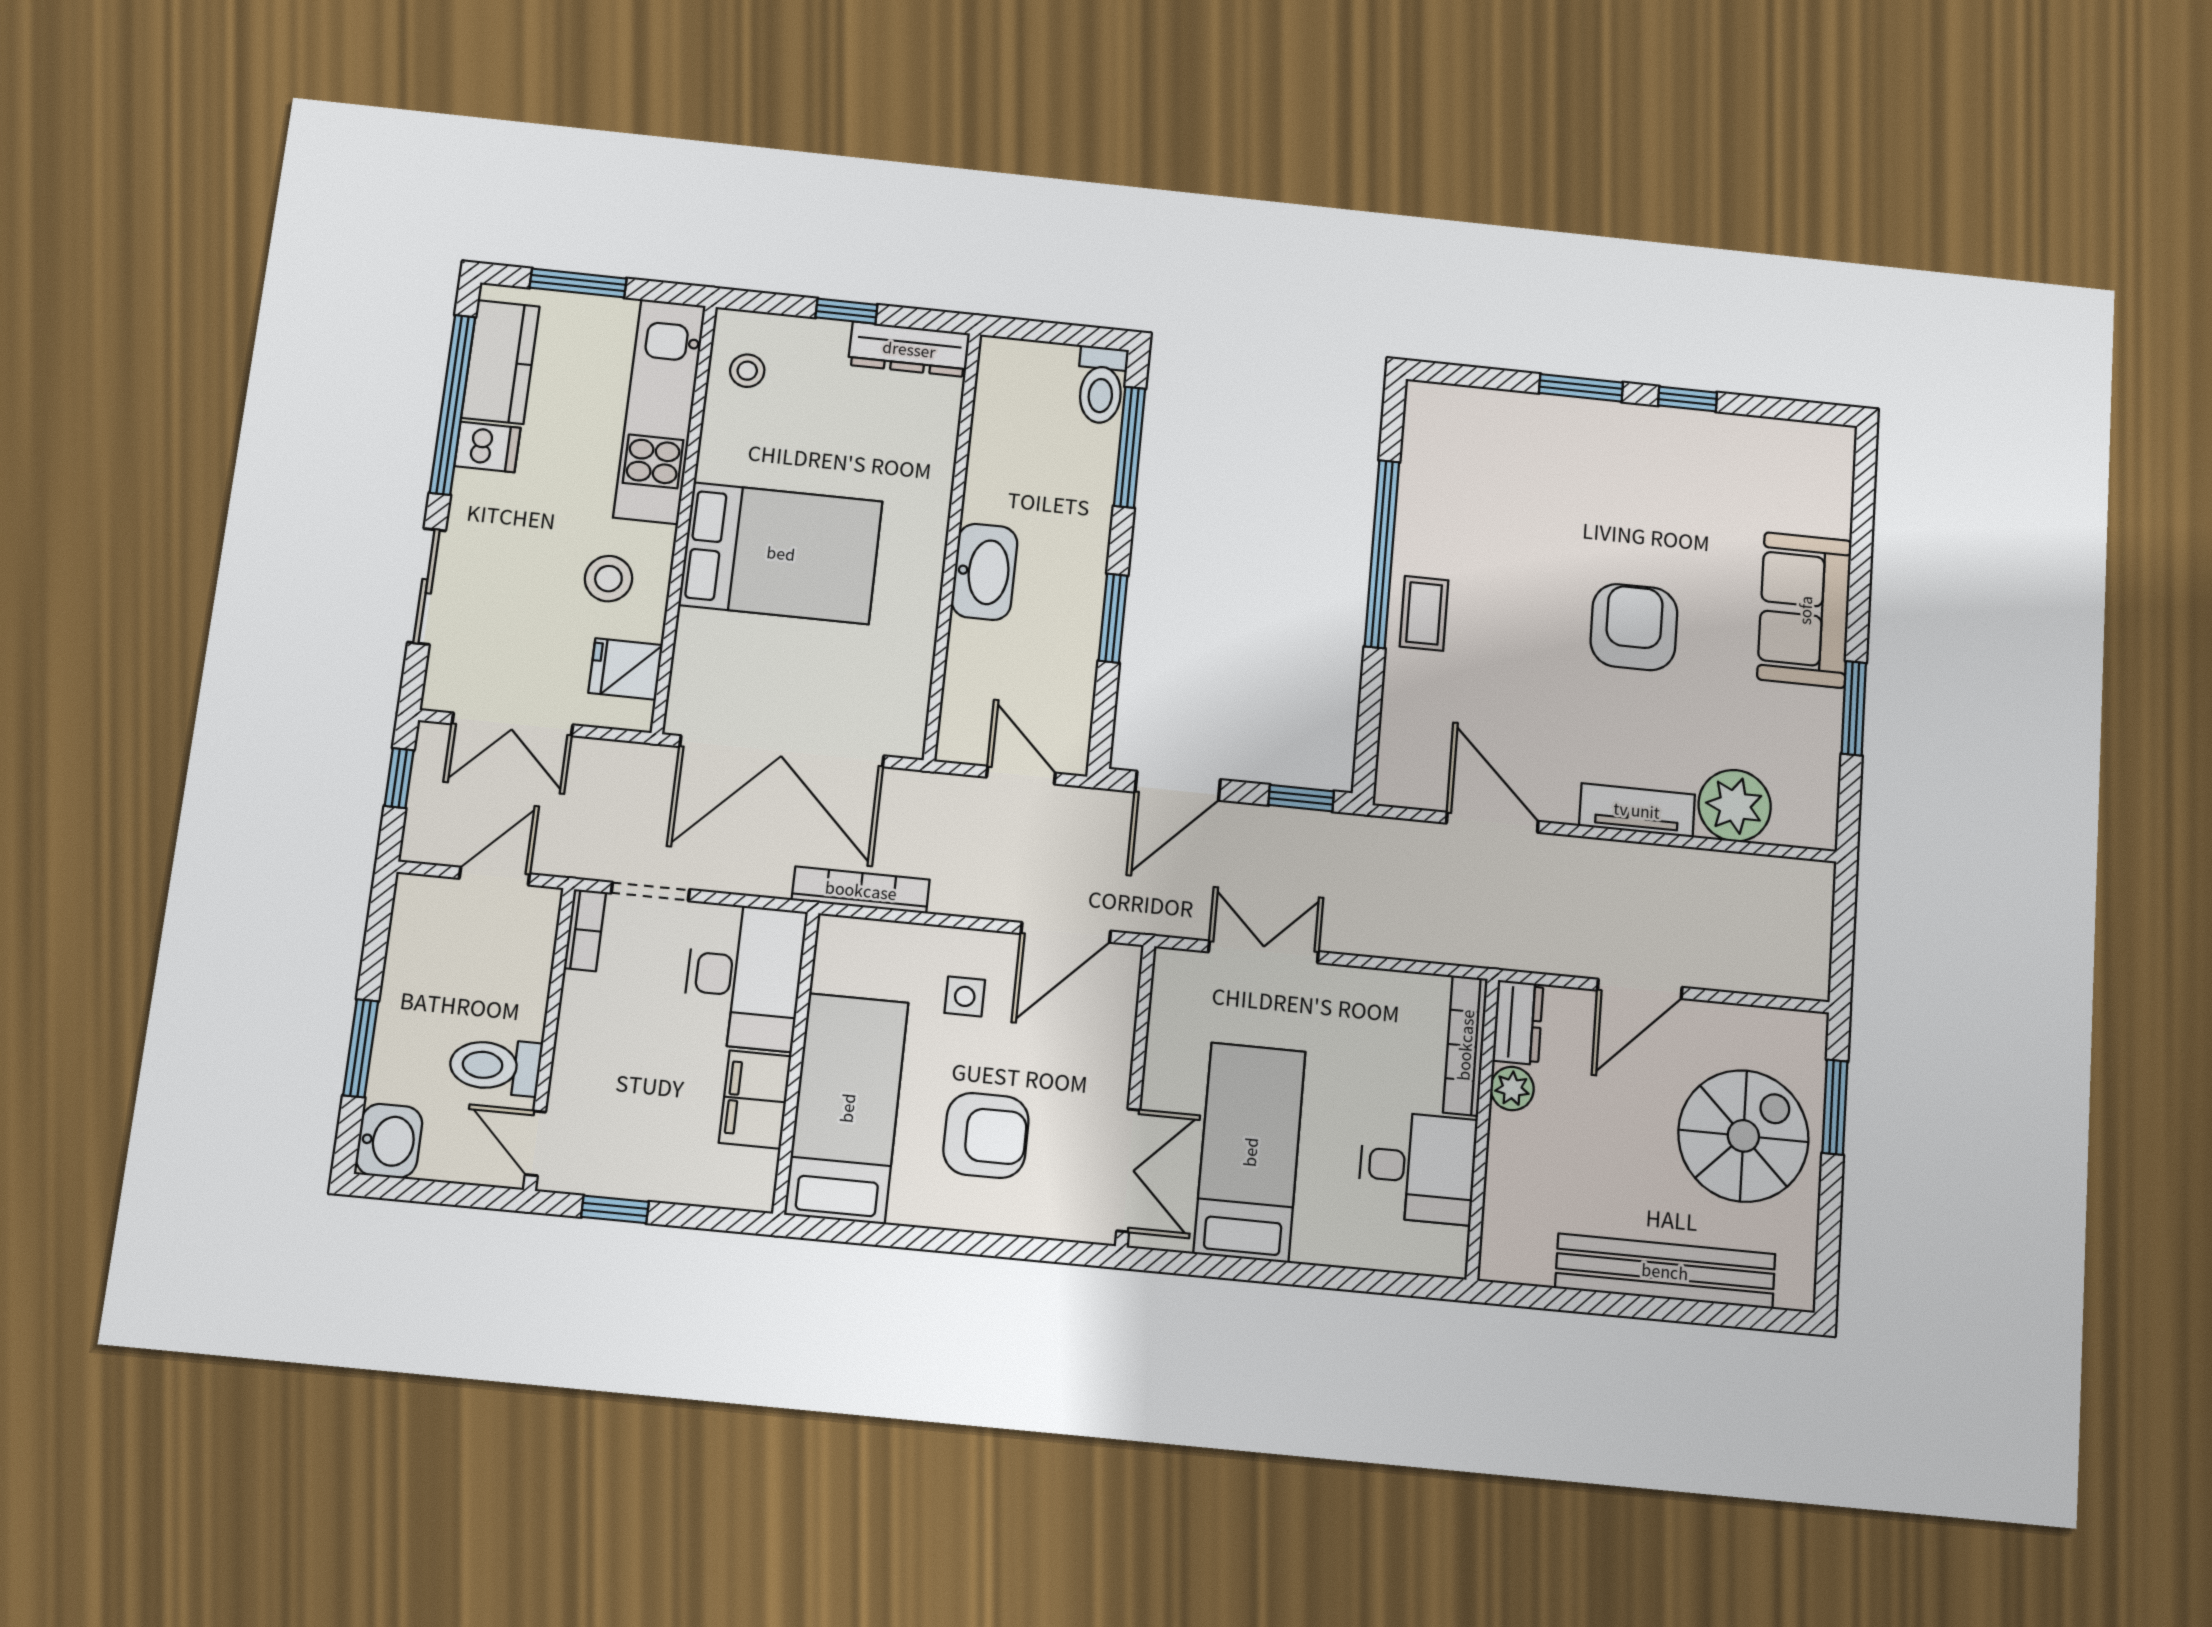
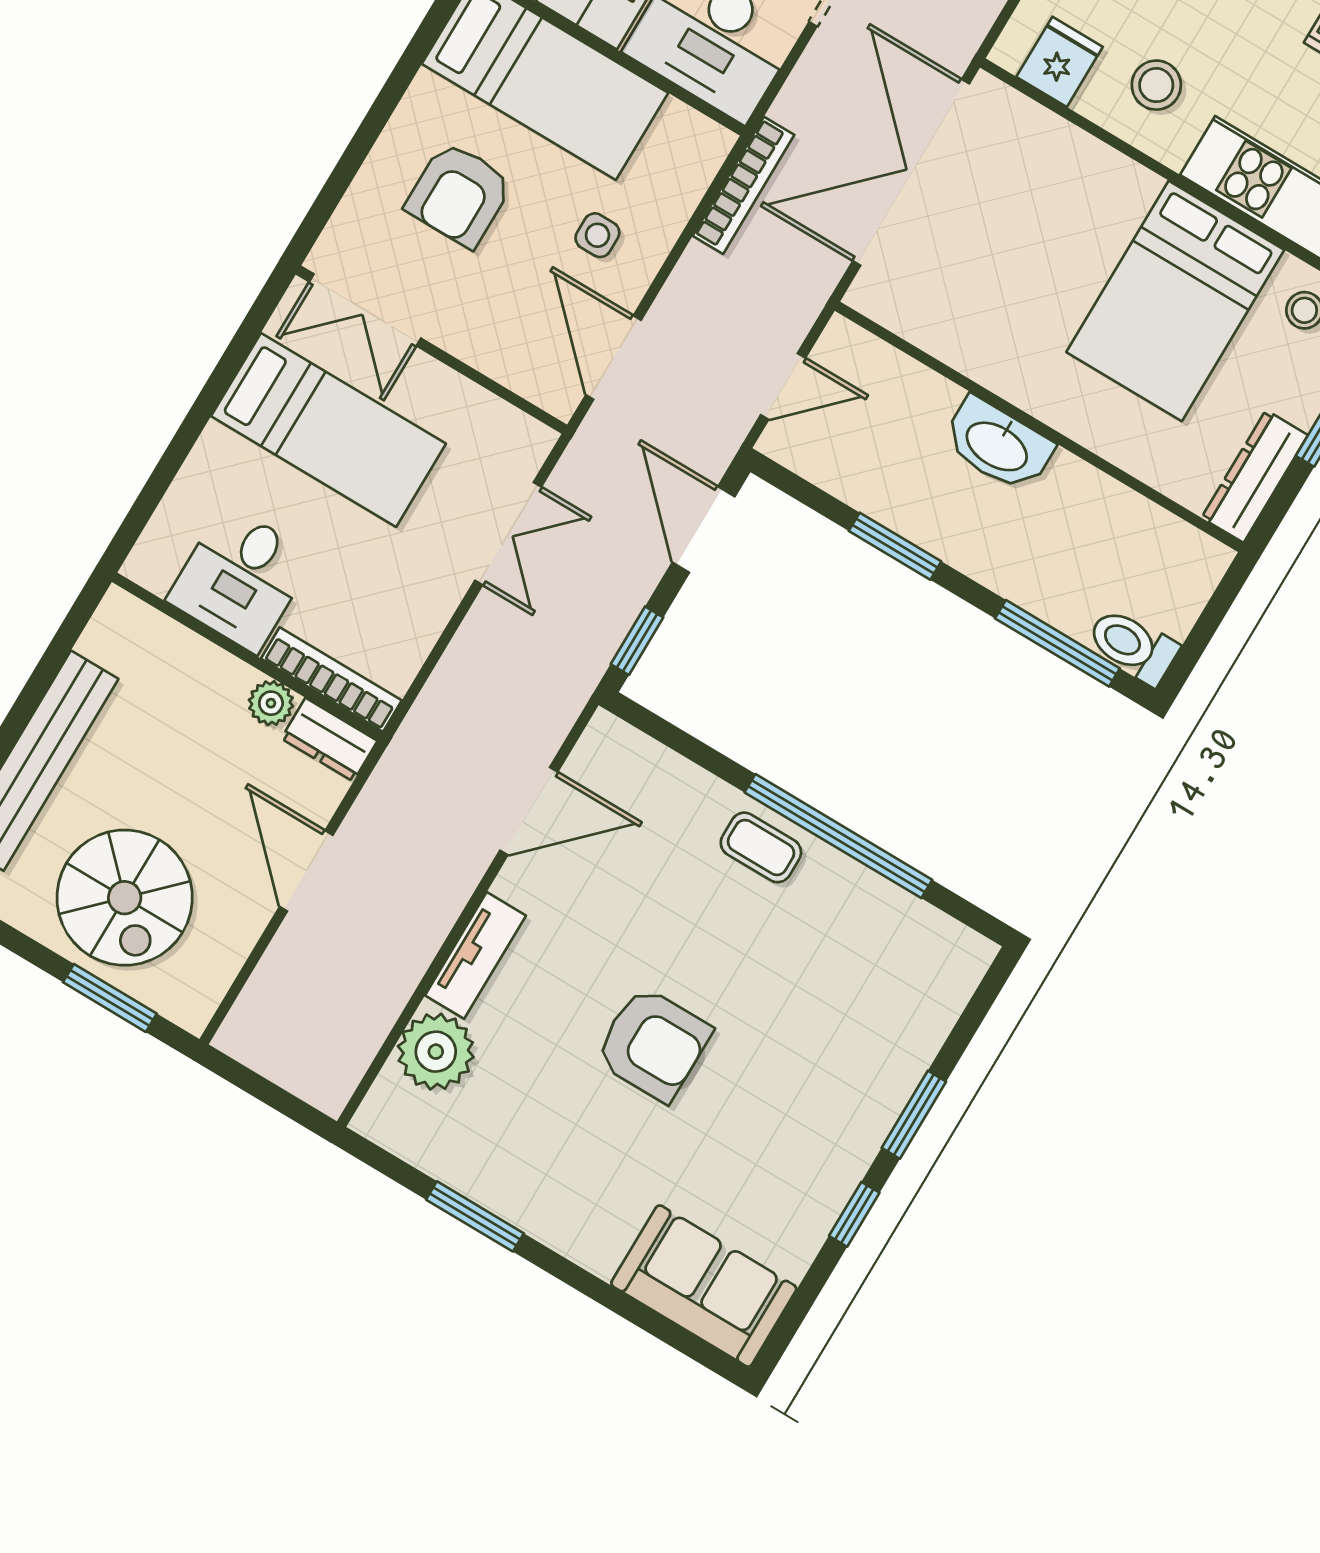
bed: (781, 553) -> (1175, 301), moved
sofa: (1805, 610) -> (704, 1286), moved

